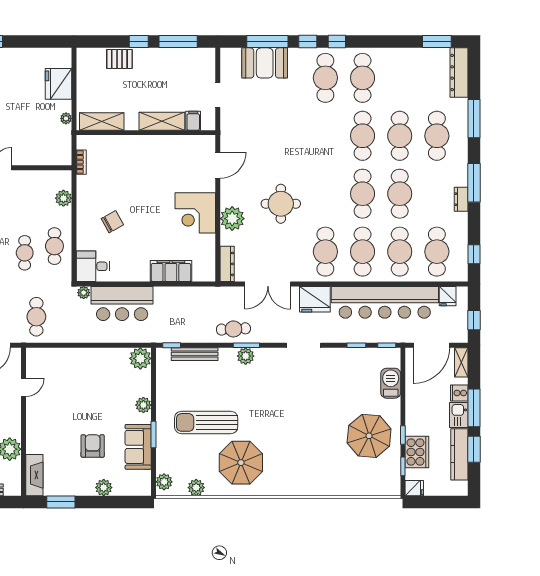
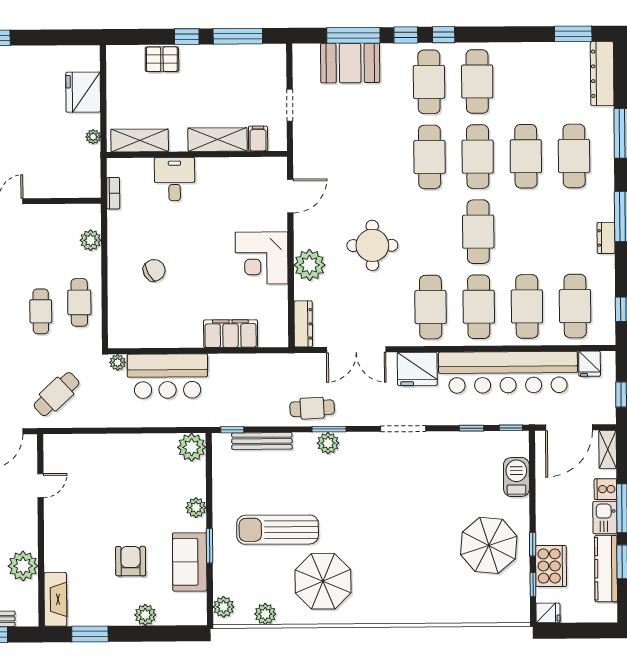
cafe table: (400, 194) -> (430, 157), moved
desk: (93, 266) -> (175, 179), moved, turned 90
cafe table: (36, 317) -> (57, 394), turned 47

